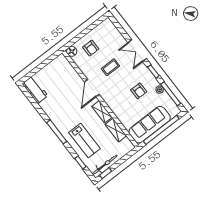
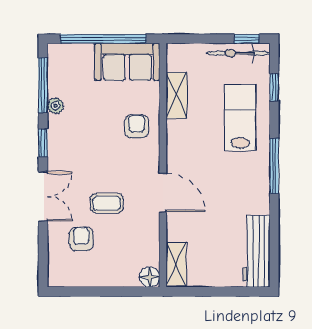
armchair: (91, 48) -> (81, 239), moved
door: (92, 88) -> (163, 193), hinge flipped
workbench: (35, 90) -> (256, 251), width x1.38
armchair: (139, 91) -> (137, 126), moved
shelving: (102, 112) -> (176, 264), moved
sofa: (150, 125) -> (127, 62), width x0.73

